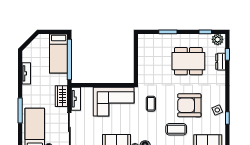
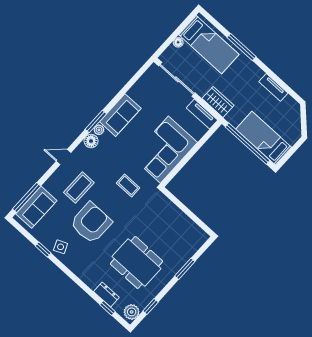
dining table: (188, 61) -> (137, 262), turned 90

